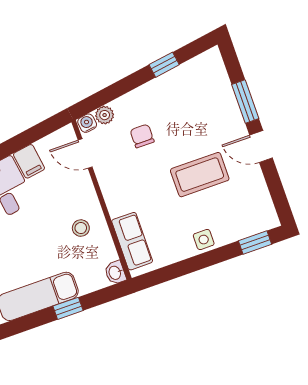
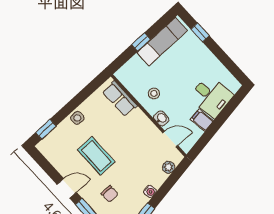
water cooler: (87, 123) -> (150, 191), moved
chair: (142, 136) -> (110, 194), moved
coffee table: (200, 175) -> (96, 156), turned 90
washbasin: (115, 273) -> (161, 118), moved

